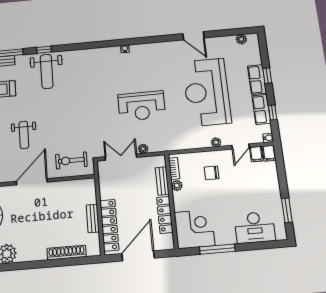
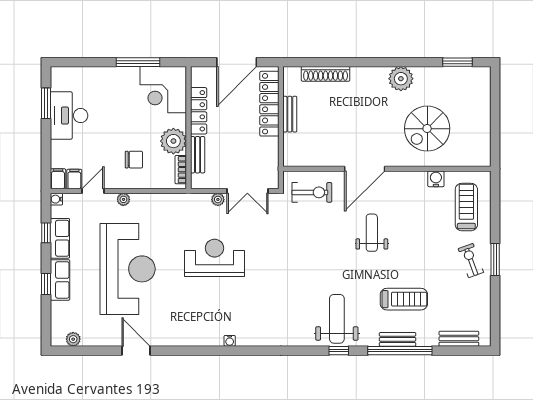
plant: (177, 186) -> (173, 141), width x1.87, depth x1.87
desk: (255, 227) -> (69, 116), moved, turned -90

